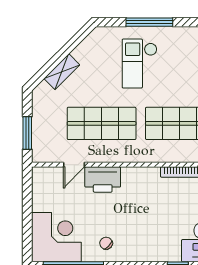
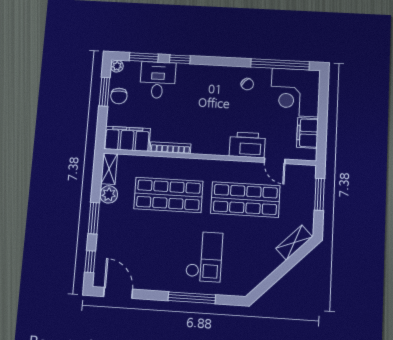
shelving: (62, 72) -> (294, 243), moved
door: (74, 165) -> (275, 161), swing flipped
filing cabinet: (42, 195) -> (307, 133), added

